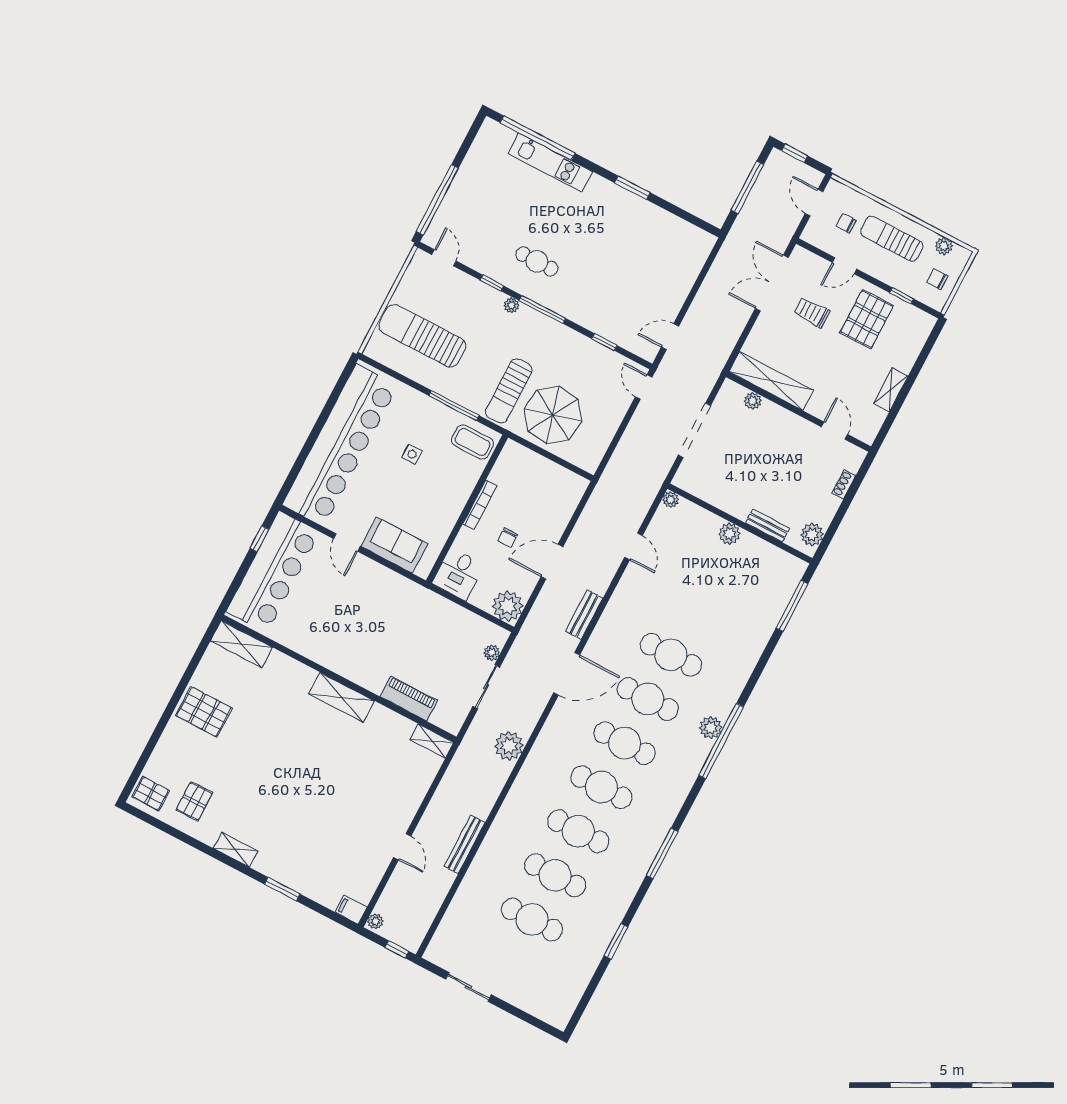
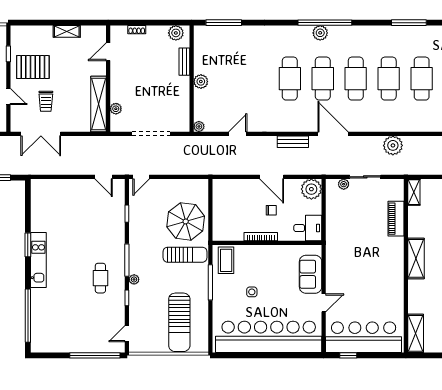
kitchen unit: (550, 163) -> (38, 260), moved

